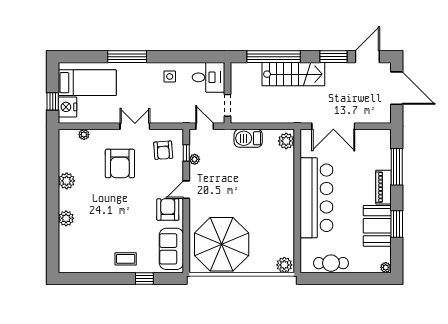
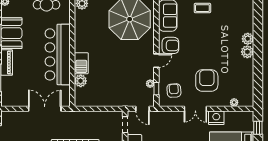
nightstand: (67, 107) -> (216, 118), moved, turned -90
barbecue: (248, 138) -> (81, 63), moved, turned 90
plant: (286, 141) -> (81, 81), moved
plant: (67, 181) -> (247, 52), moved
armchair: (168, 210) -> (170, 45), turned -90

